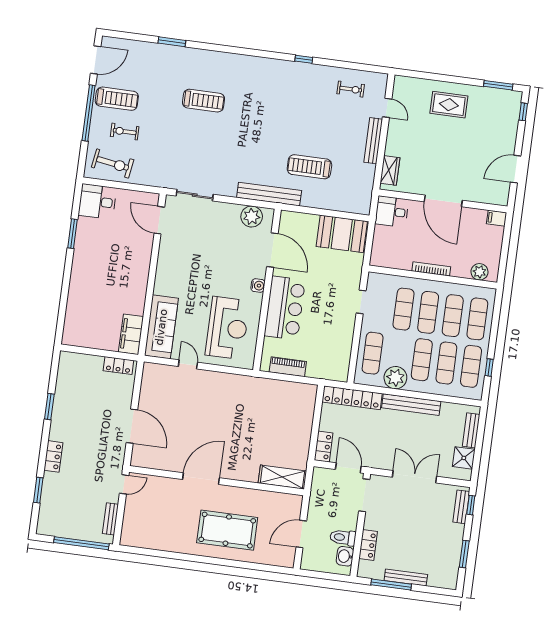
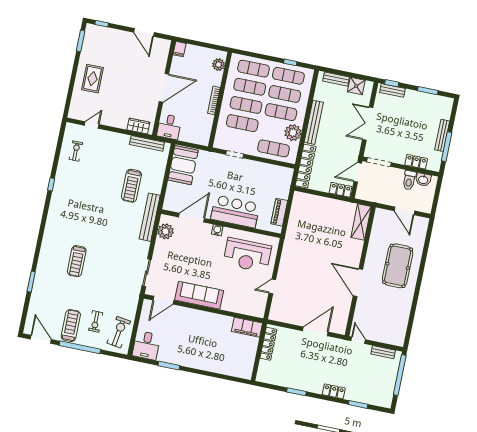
treadmill: (203, 101) -> (77, 261), turned 180
bench: (373, 141) -> (147, 143), moved
sofa: (161, 327) -> (199, 295), moved
reception desk: (227, 328) -> (247, 255), turned 180
locker: (118, 366) -> (268, 344), width x1.53

